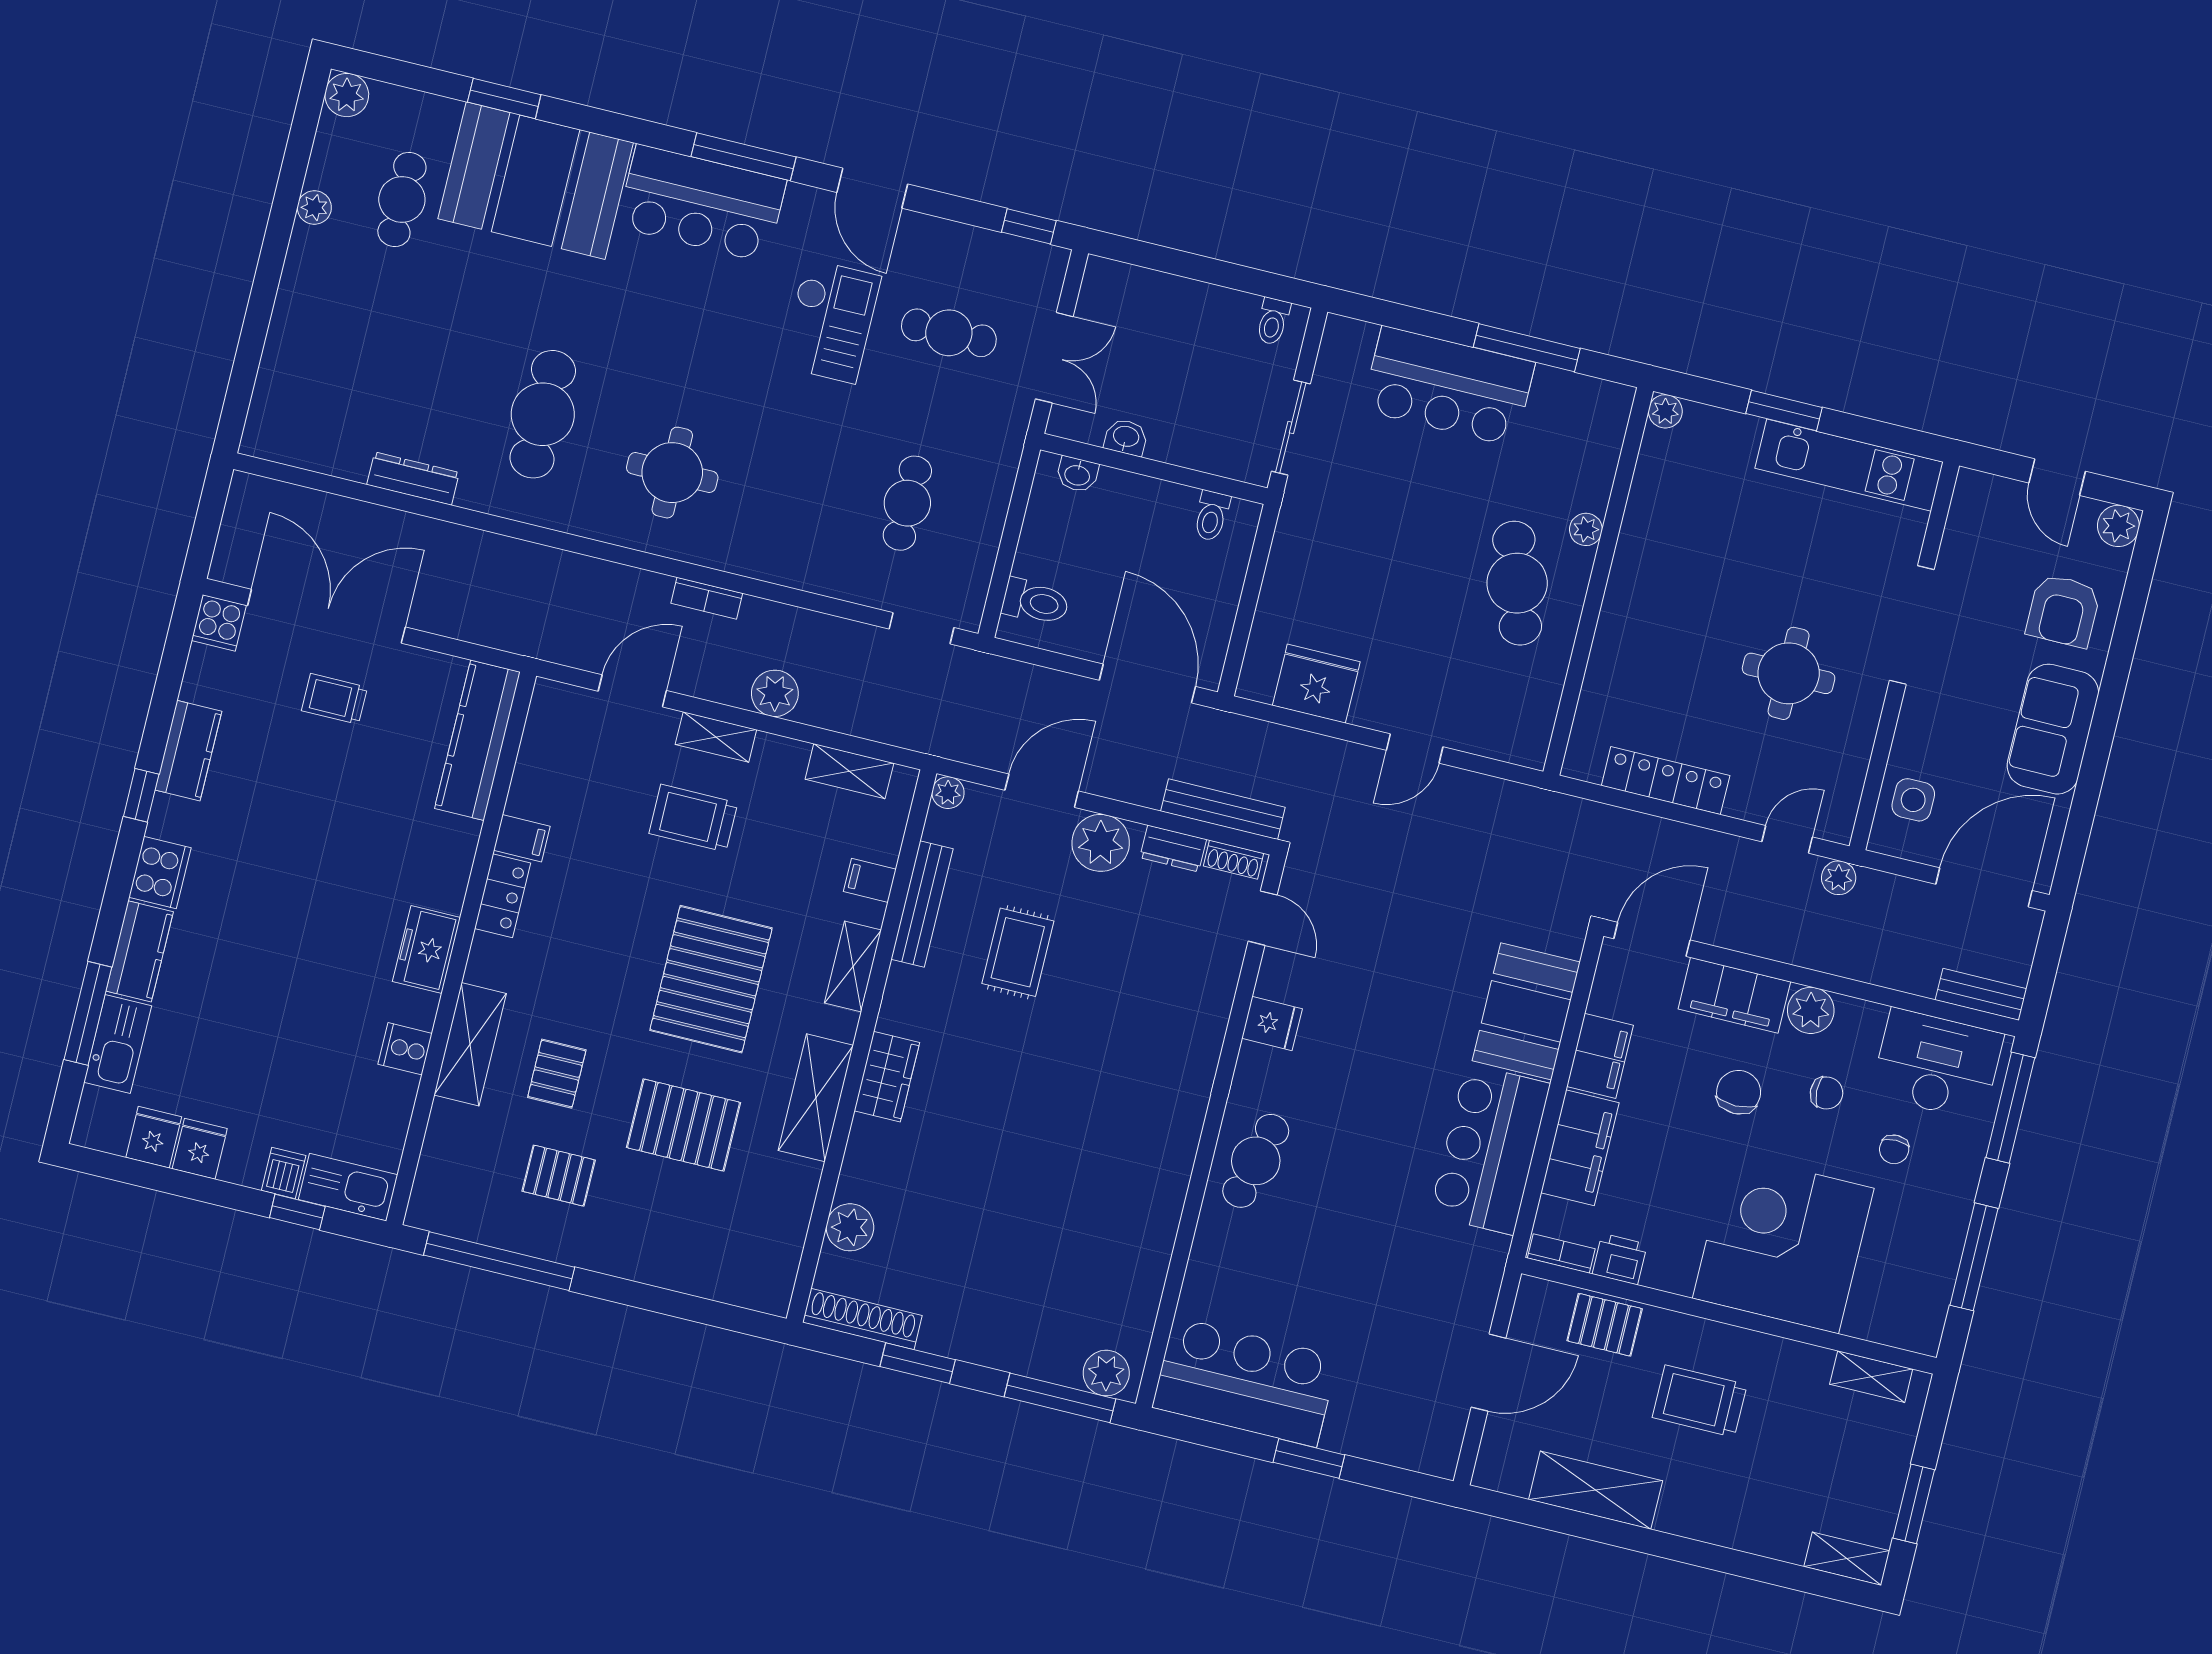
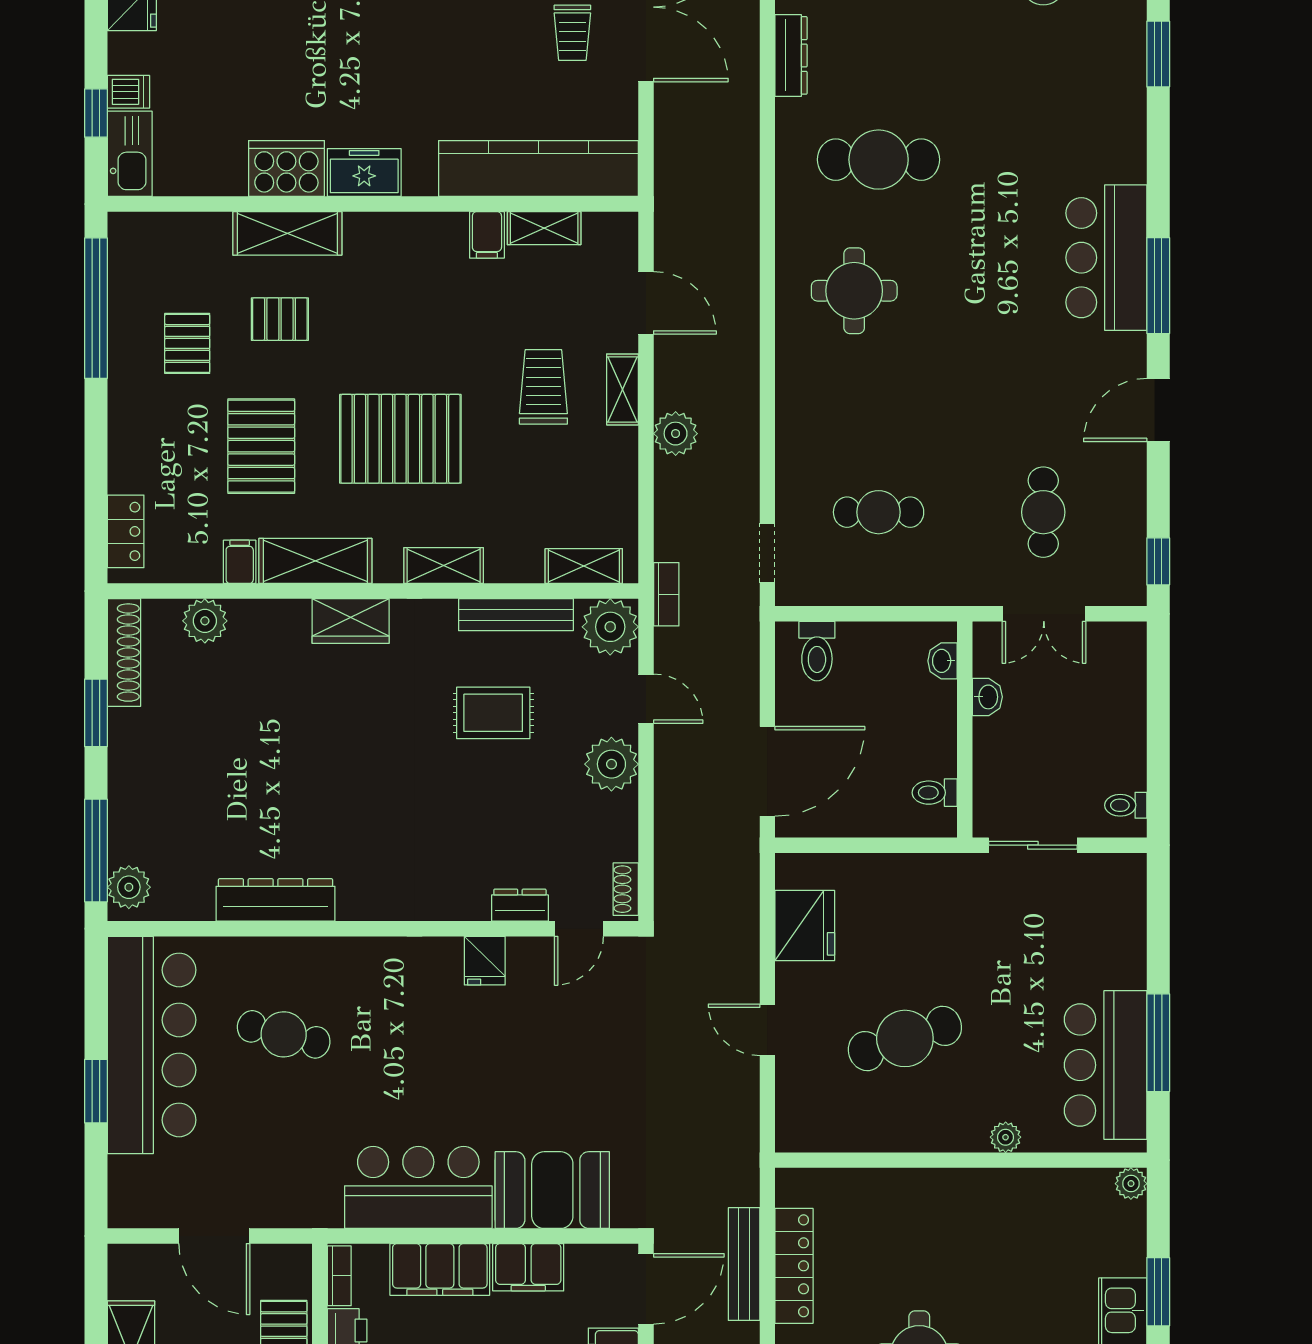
booth: (536, 181) -> (1090, 101), removed
checkout: (831, 321) -> (1028, 402), removed
bar counter: (1448, 386) -> (1106, 1065), moved
cafe table: (1517, 583) -> (905, 1038), moved
bookcase: (707, 598) -> (666, 594), moved, turned 180
trolley: (334, 699) -> (572, 33), turned 180
kitchen counter: (477, 740) -> (539, 169), width x1.39, depth x1.17
shelving: (849, 771) -> (584, 566), moved, turned 90
shelving: (529, 777) -> (544, 228), added
door: (1042, 791) -> (646, 699), width x0.73
plant: (948, 793) -> (610, 627), width x1.88, depth x1.88
bench: (1223, 809) -> (744, 1264), moved
dresser: (1173, 849) -> (520, 905), moved, turned 90
filing cabinet: (870, 880) -> (240, 562), moved
locker: (503, 896) -> (126, 531), moved, turned -90
door: (1652, 939) -> (646, 1289), hinge flipped
cooker: (405, 1049) -> (286, 169), width x1.87, depth x1.31
cafe table: (1256, 1161) -> (284, 1034), moved
dresser: (1156, 1225) -> (275, 900), added
bar counter: (1245, 1382) -> (152, 1045), width x1.36

